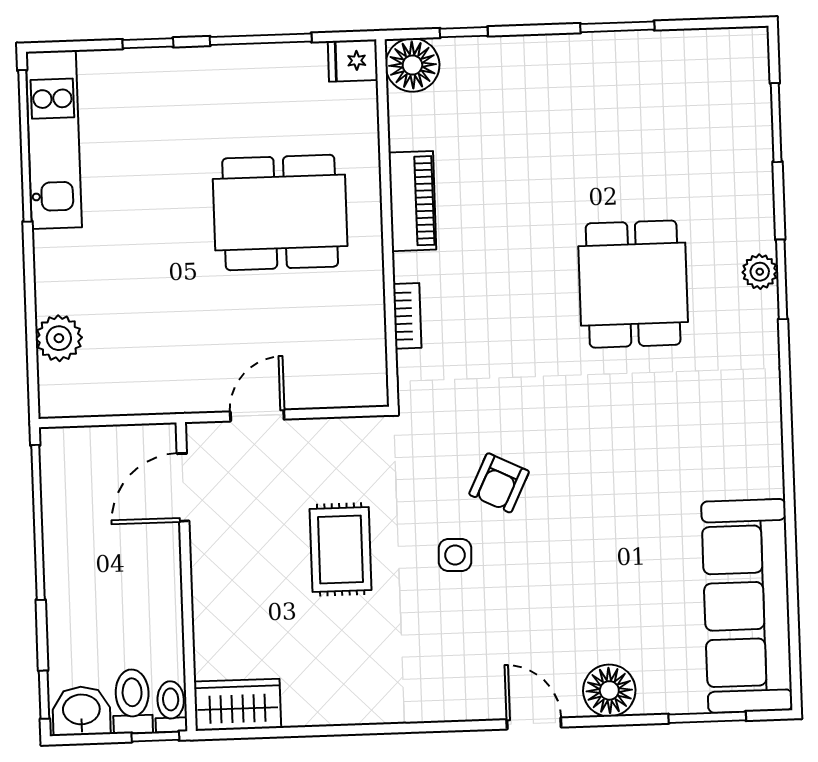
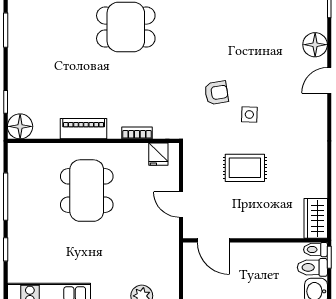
fridge: (353, 61) -> (158, 154), moved
armchair: (499, 483) -> (216, 93), turned -35

